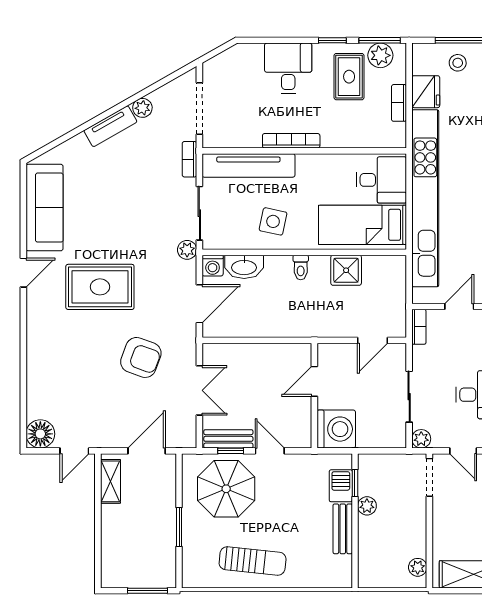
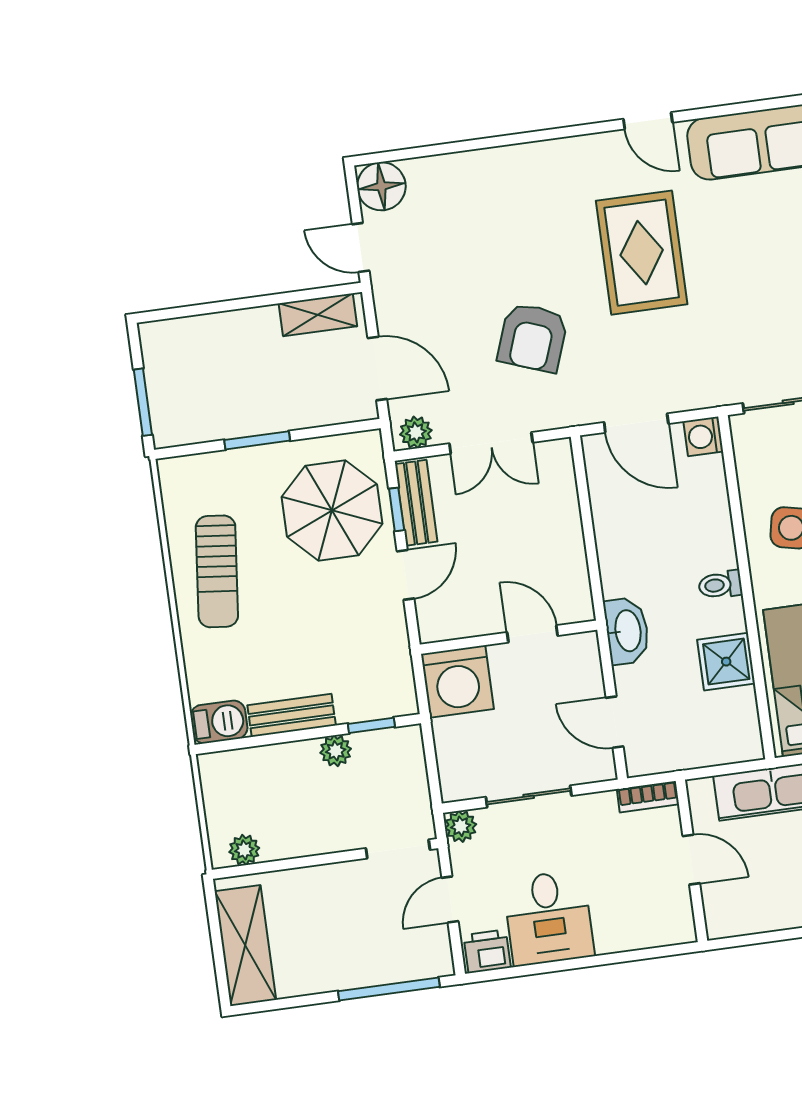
plant: (187, 250) -> (416, 432), moved
washbasin: (244, 267) -> (627, 631), moved, turned 180
barbecue: (341, 486) -> (219, 722), moved

